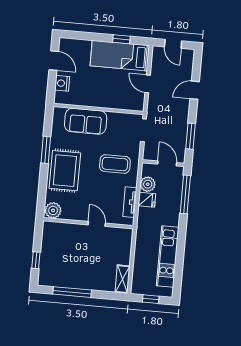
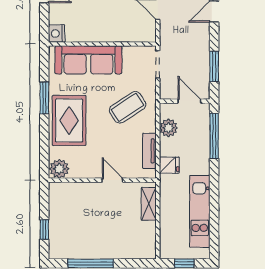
nightstand: (62, 83) -> (57, 33), moved
sofa: (86, 121) -> (88, 60), width x1.36
coffee table: (115, 164) -> (128, 107), turned -33
fridge: (147, 200) -> (169, 165), moved
shelving: (122, 279) -> (149, 204), moved

